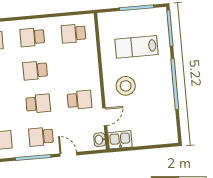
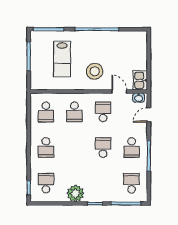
school desk: (35, 70) -> (74, 112), moved
door: (68, 154) -> (149, 115), moved

